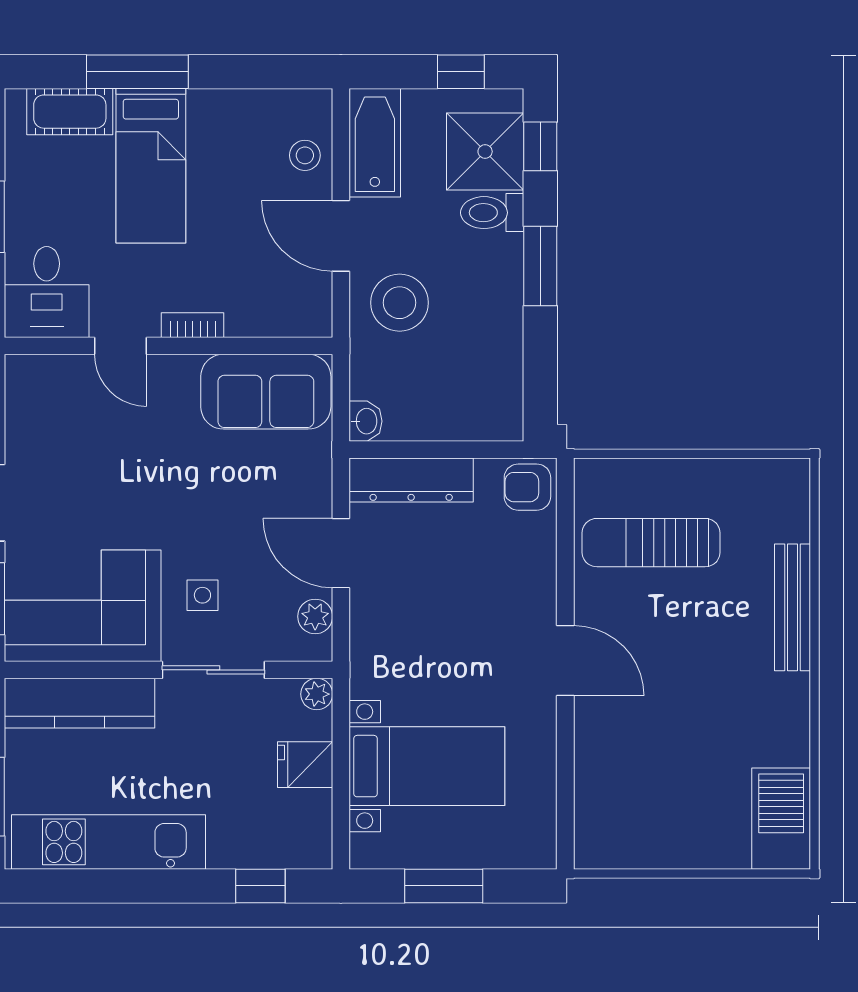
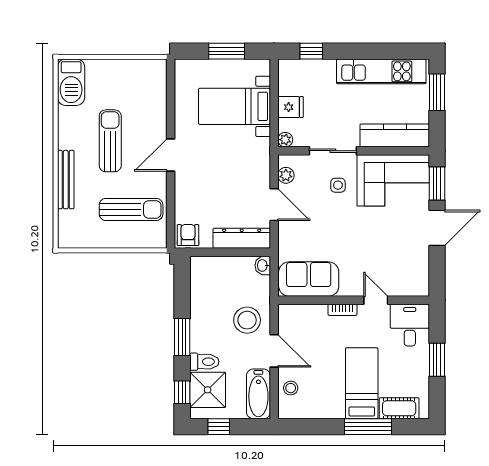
armchair: (527, 487) -> (188, 235), turned -90
door: (565, 661) -> (171, 155), hinge flipped
sun lounger: (696, 691) -> (110, 141), added

